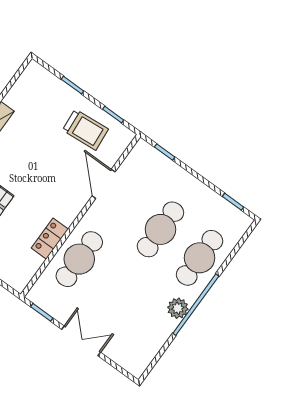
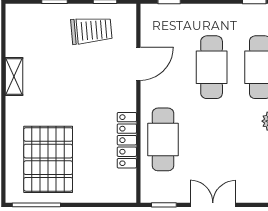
door: (104, 184) -> (138, 64), swing flipped
locker: (50, 239) -> (127, 140), width x1.53

